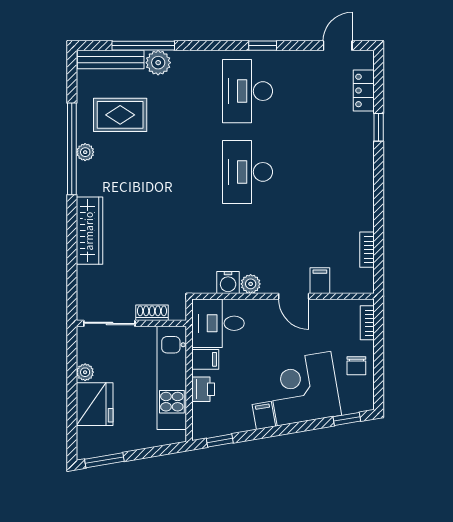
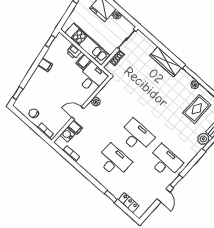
door: (338, 46) -> (163, 195), moved
desk: (318, 172) -> (114, 161), added
water cooler: (228, 282) -> (67, 135), moved
corner desk: (304, 389) -> (42, 87), removed

